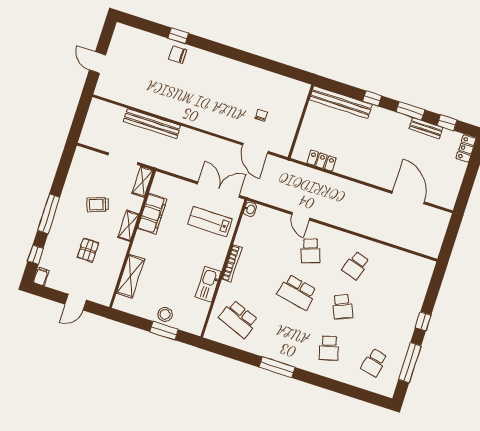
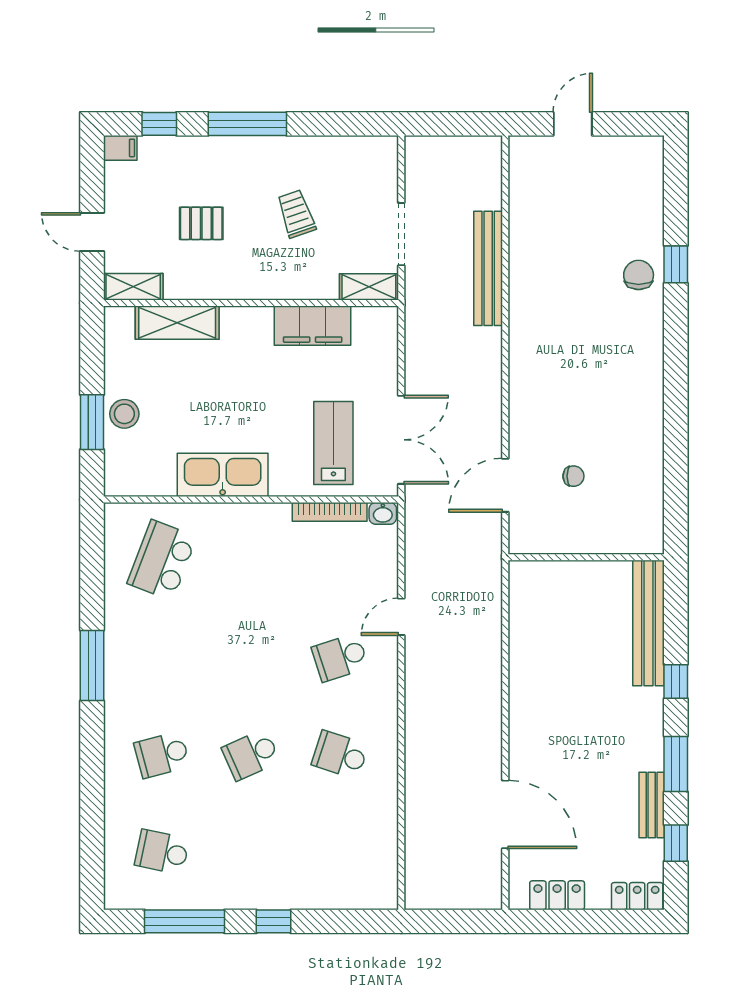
locker: (321, 161) -> (557, 895), moved, turned -90
door: (408, 198) -> (505, 814), hinge flipped
shelving: (128, 226) -> (133, 287), moved
bookcase: (232, 263) -> (330, 512), moved
kitchen sink: (208, 284) -> (223, 475), width x1.36, depth x1.24
school desk: (297, 292) -> (251, 657), removed

